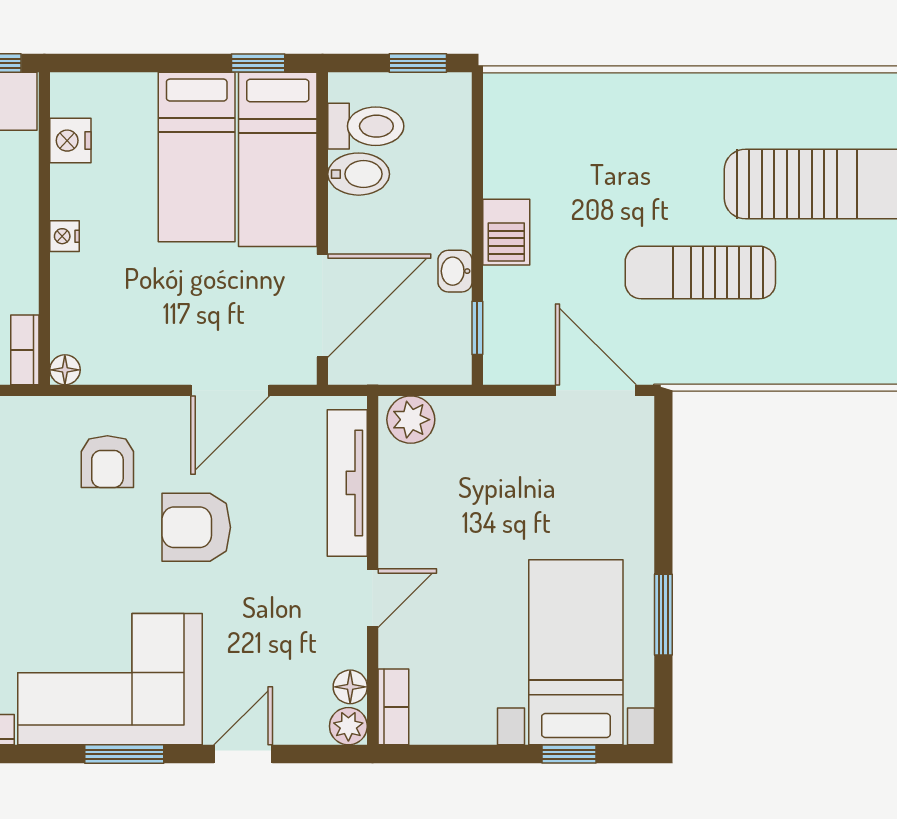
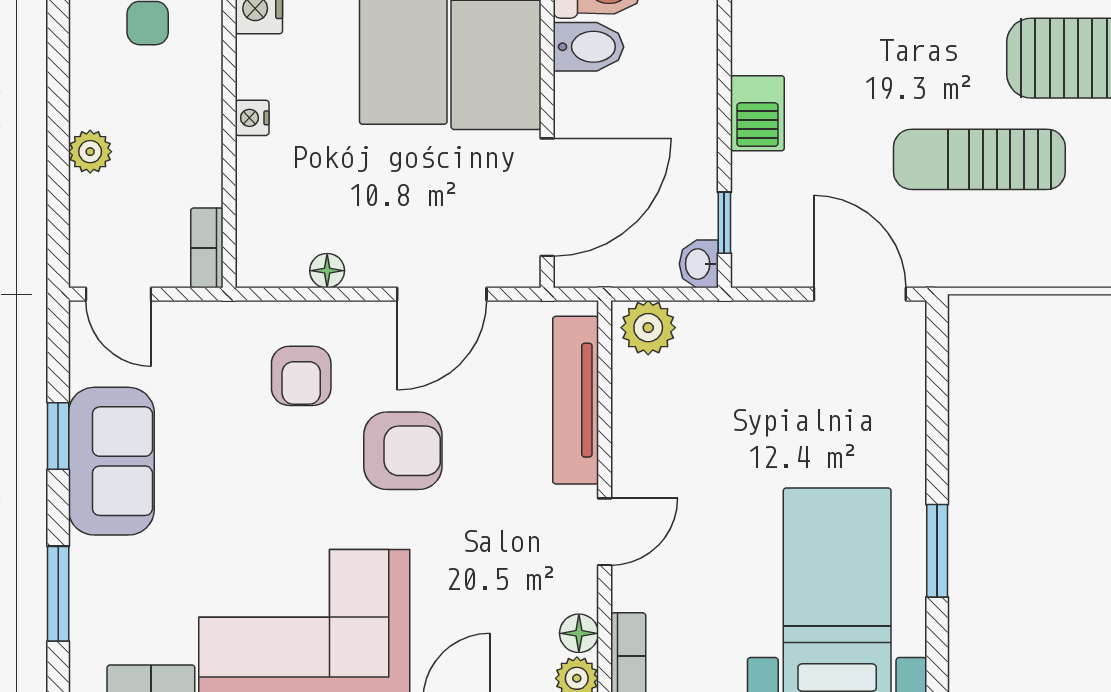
washbasin: (455, 271) -> (699, 264), moved
floor lamp: (65, 370) -> (327, 271), moved
armchair: (196, 527) -> (403, 451), turned 180

